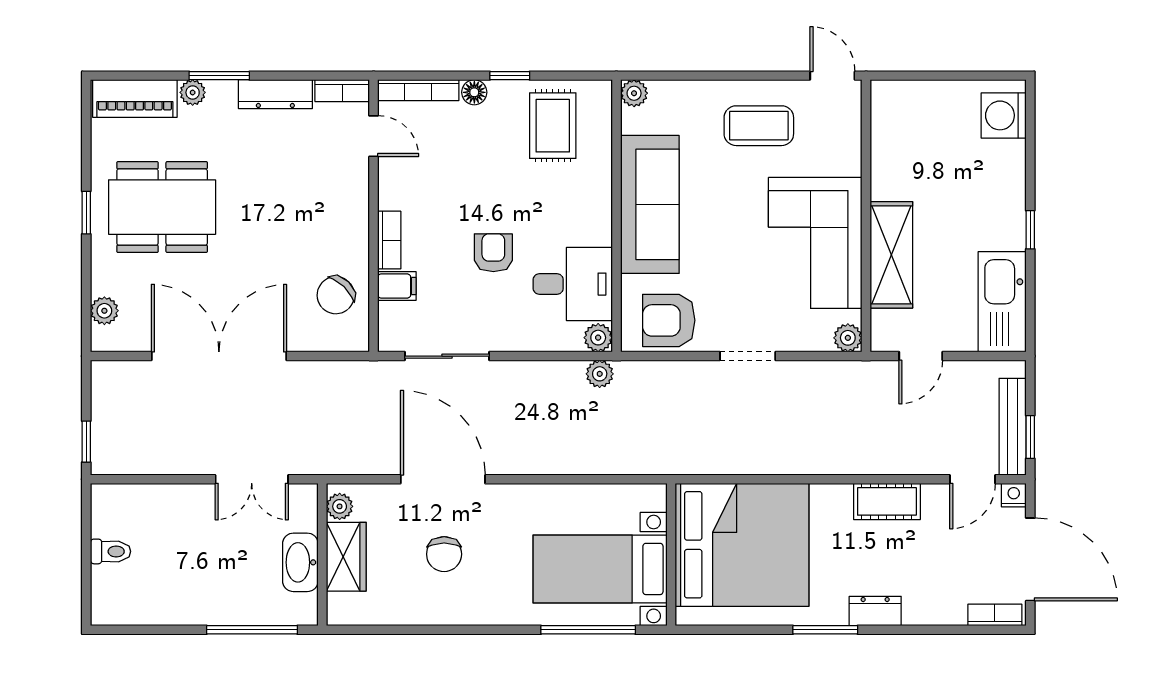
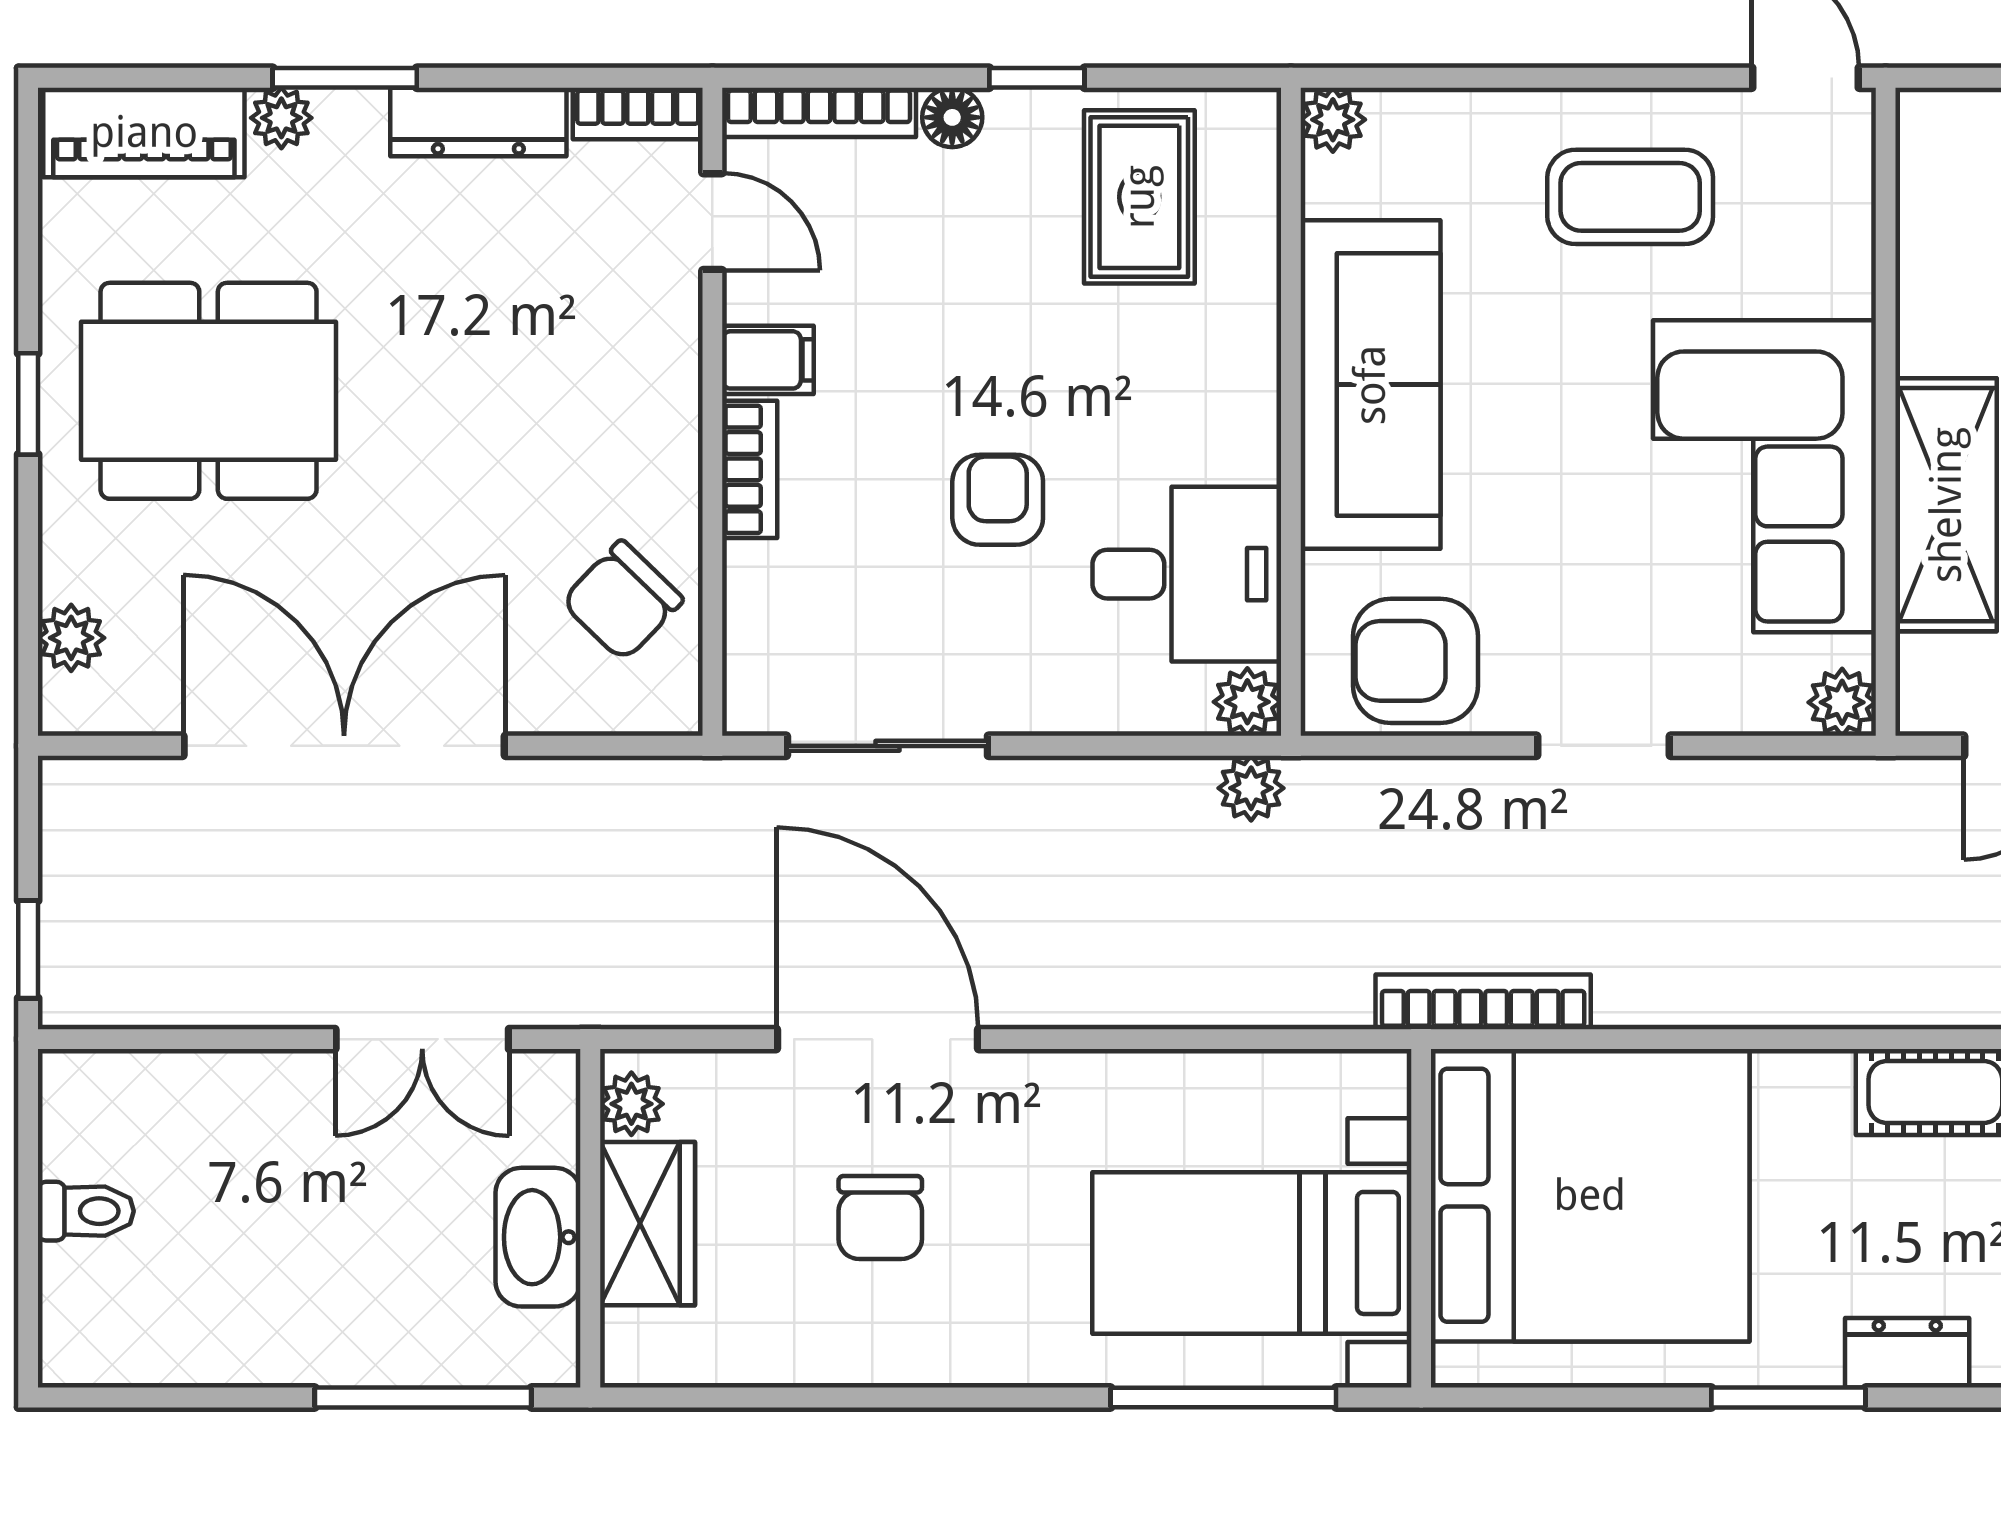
filing cabinet: (397, 286) -> (768, 360), moved
bookcase: (697, 464) -> (1483, 1002), added

